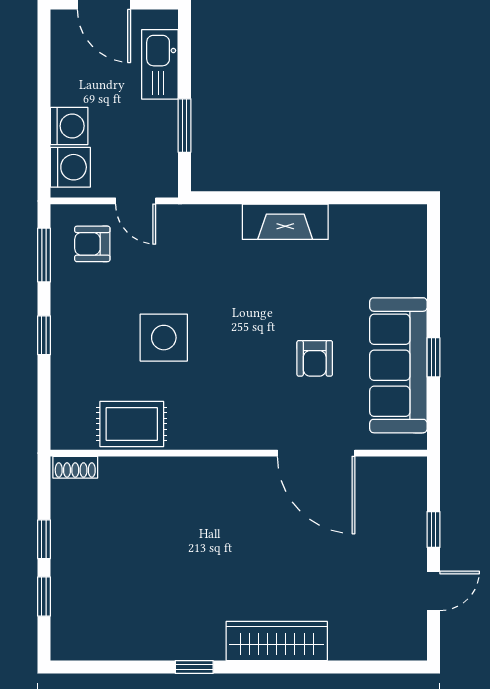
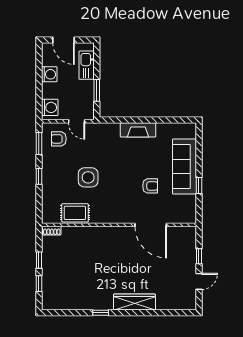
washing machine: (69, 126) -> (49, 74), moved
armchair: (315, 358) -> (150, 186), turned -90
sofa: (398, 365) -> (184, 166), moved

